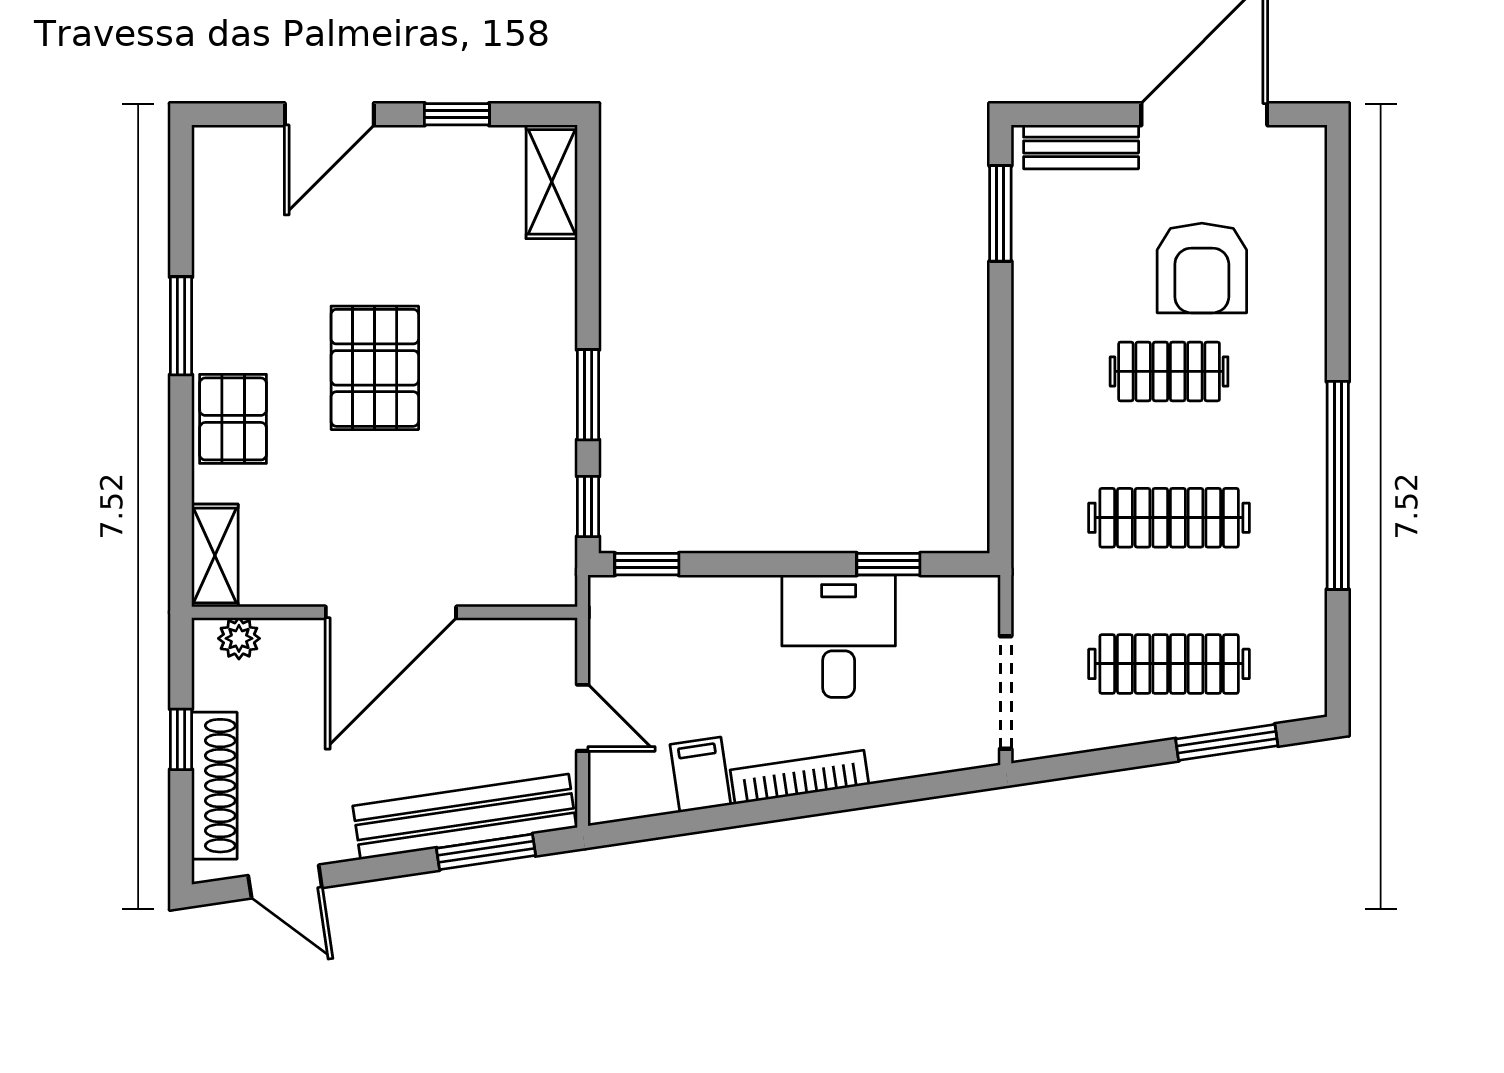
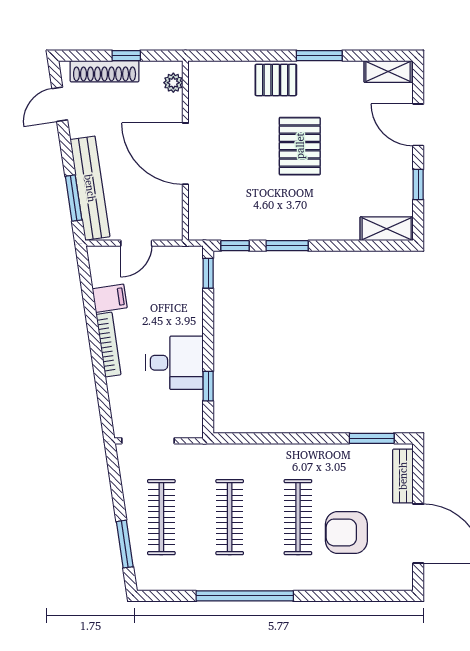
pallet: (375, 368) -> (300, 146), turned 90
clothes rail: (1169, 371) -> (298, 517), width x1.36
shelving: (215, 555) -> (388, 71), moved

